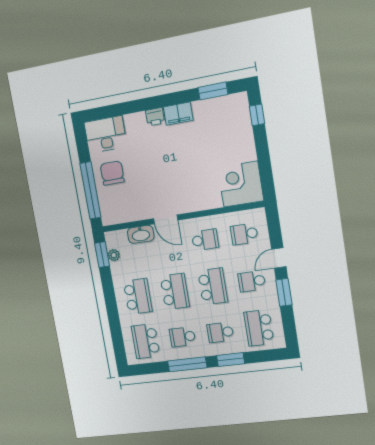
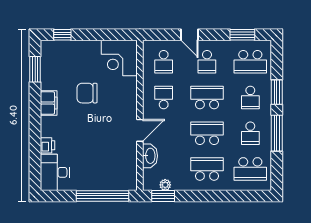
printer: (155, 117) -> (48, 145), moved
chair: (112, 173) -> (87, 93), moved
window: (284, 292) -> (242, 35), moved

